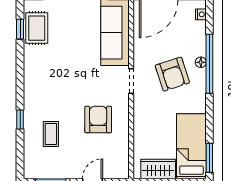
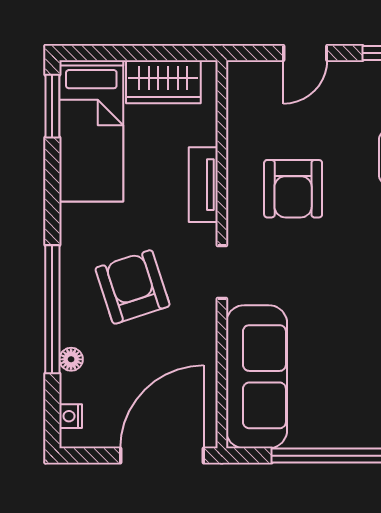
floor lamp: (201, 62) -> (71, 359), moved
tv unit: (140, 121) -> (203, 185), added

